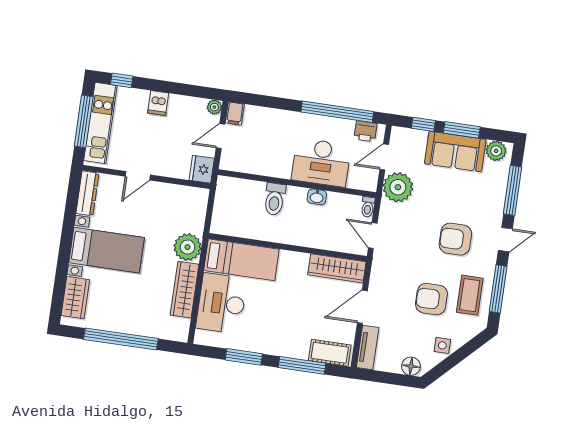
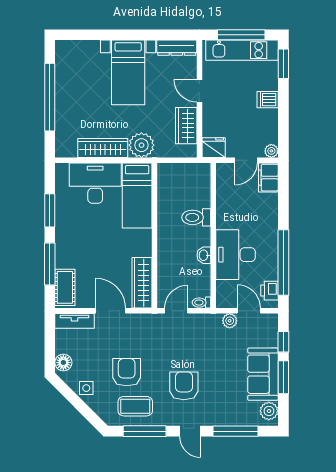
window: (122, 80) -> (283, 64), width x1.50
filing cabinet: (235, 113) -> (268, 178), width x2.00
door: (220, 136) -> (246, 160), swing flipped
plant: (398, 187) -> (230, 321), width x0.53, depth x0.53
wardrobe: (75, 298) -> (186, 126), moved, turned 90

